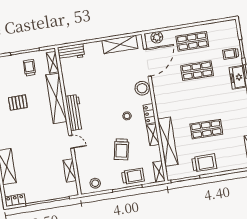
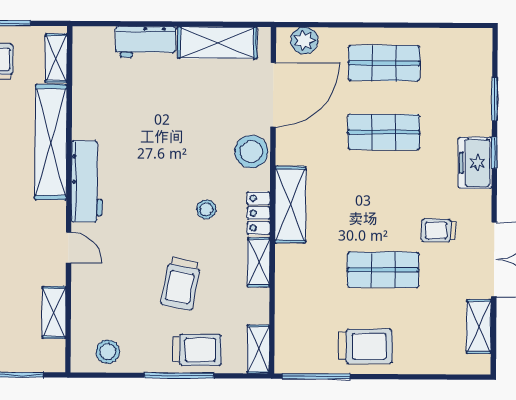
workbench: (71, 52) -> (145, 42), moved
trolley: (231, 54) -> (439, 230), moved
shelving: (168, 142) -> (290, 205), moved, width x0.68

